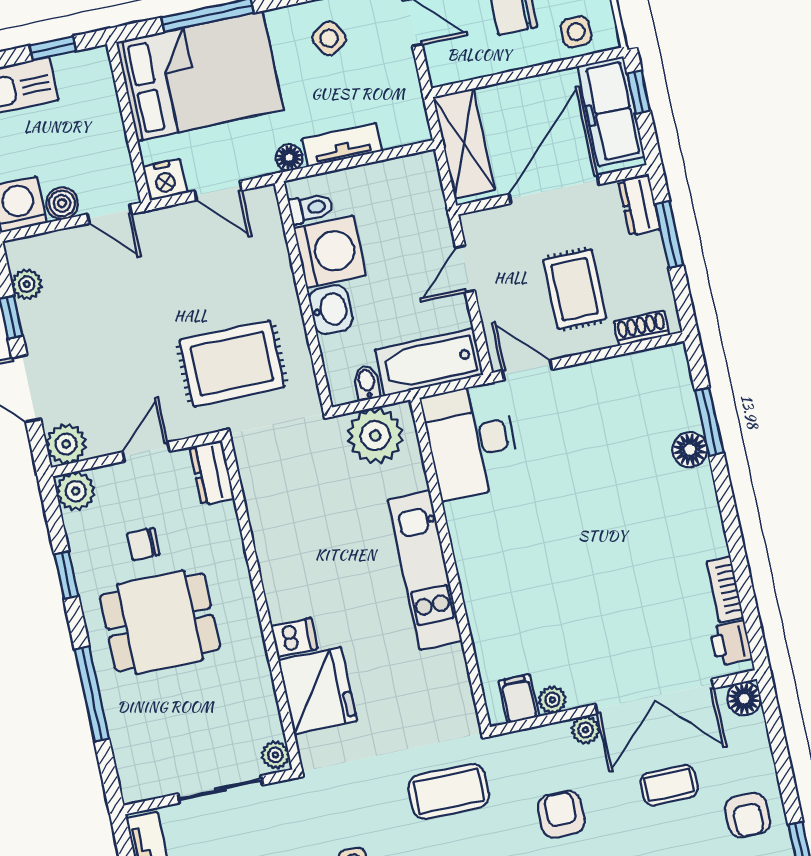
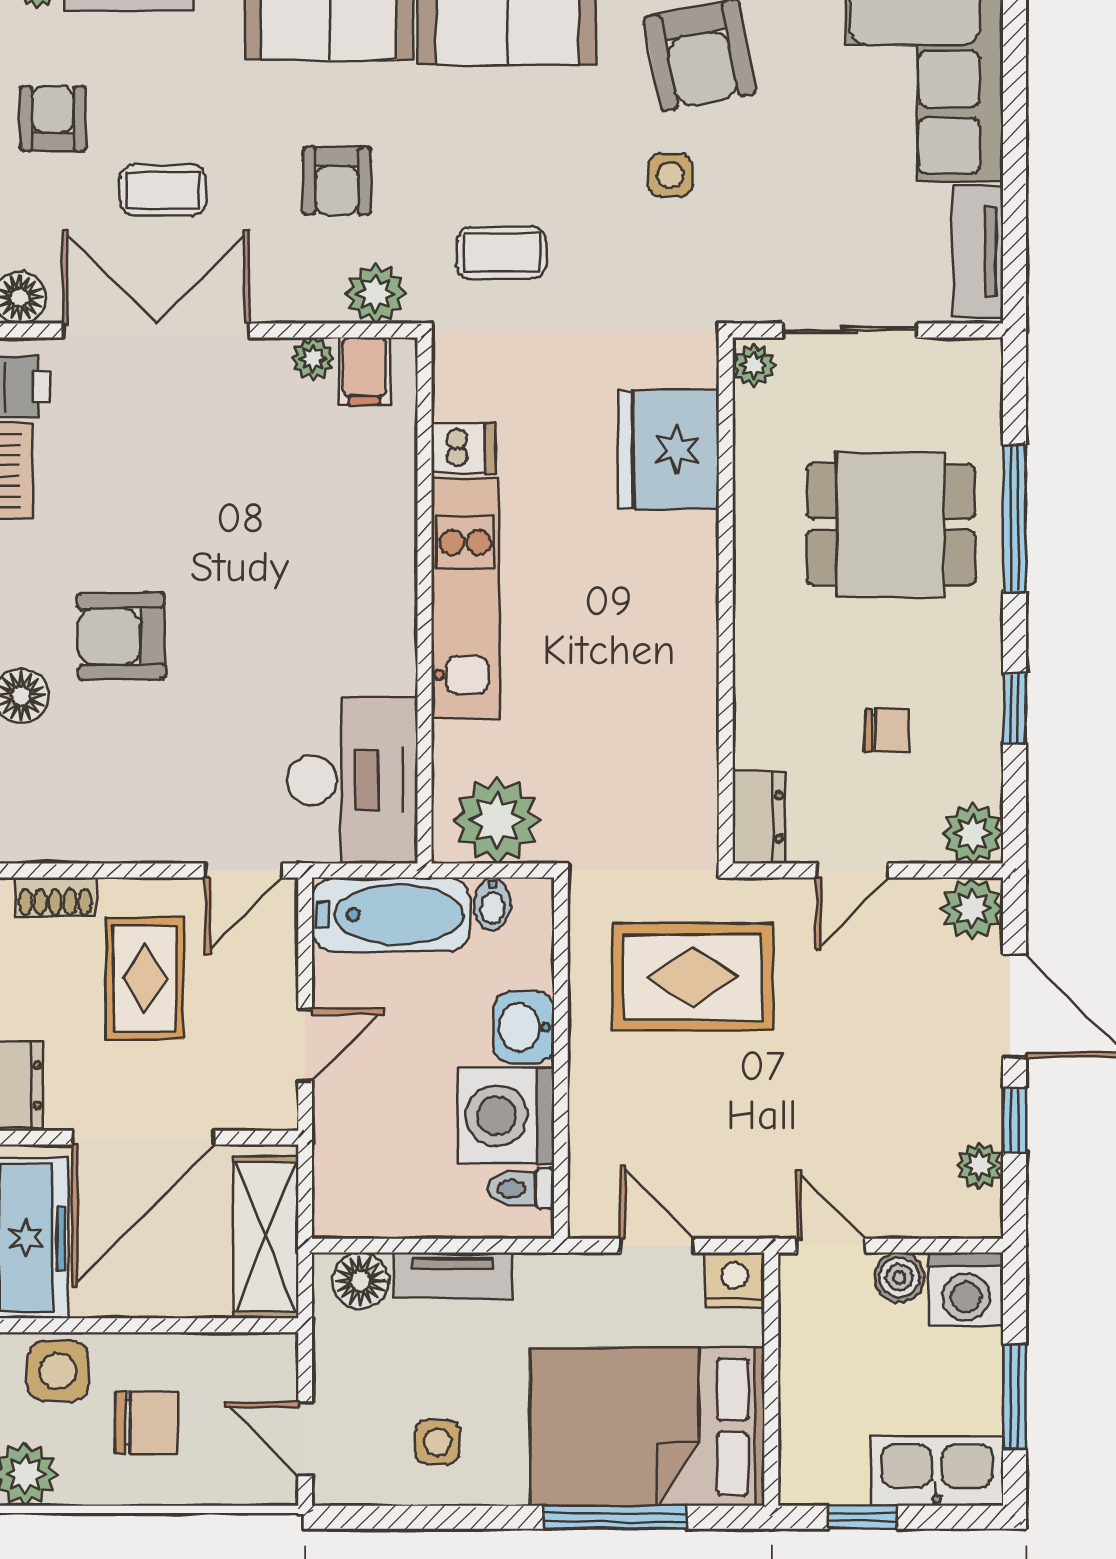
side table: (576, 32) -> (58, 1371), width x1.37, depth x1.37
side table: (329, 38) -> (437, 1442), turned 31
floor lamp: (289, 157) -> (360, 1281), moved, width x1.37, depth x1.37
door: (527, 370) -> (243, 870), hinge flipped
armchair: (635, 500) -> (121, 636), added
dining table: (160, 622) -> (891, 524), moved
dishwasher: (294, 637) -> (463, 448), moved, turned 180
plant: (585, 730) -> (376, 294), moved, width x1.38, depth x1.38
coffee table: (449, 791) -> (501, 253), width x0.73, depth x0.77

